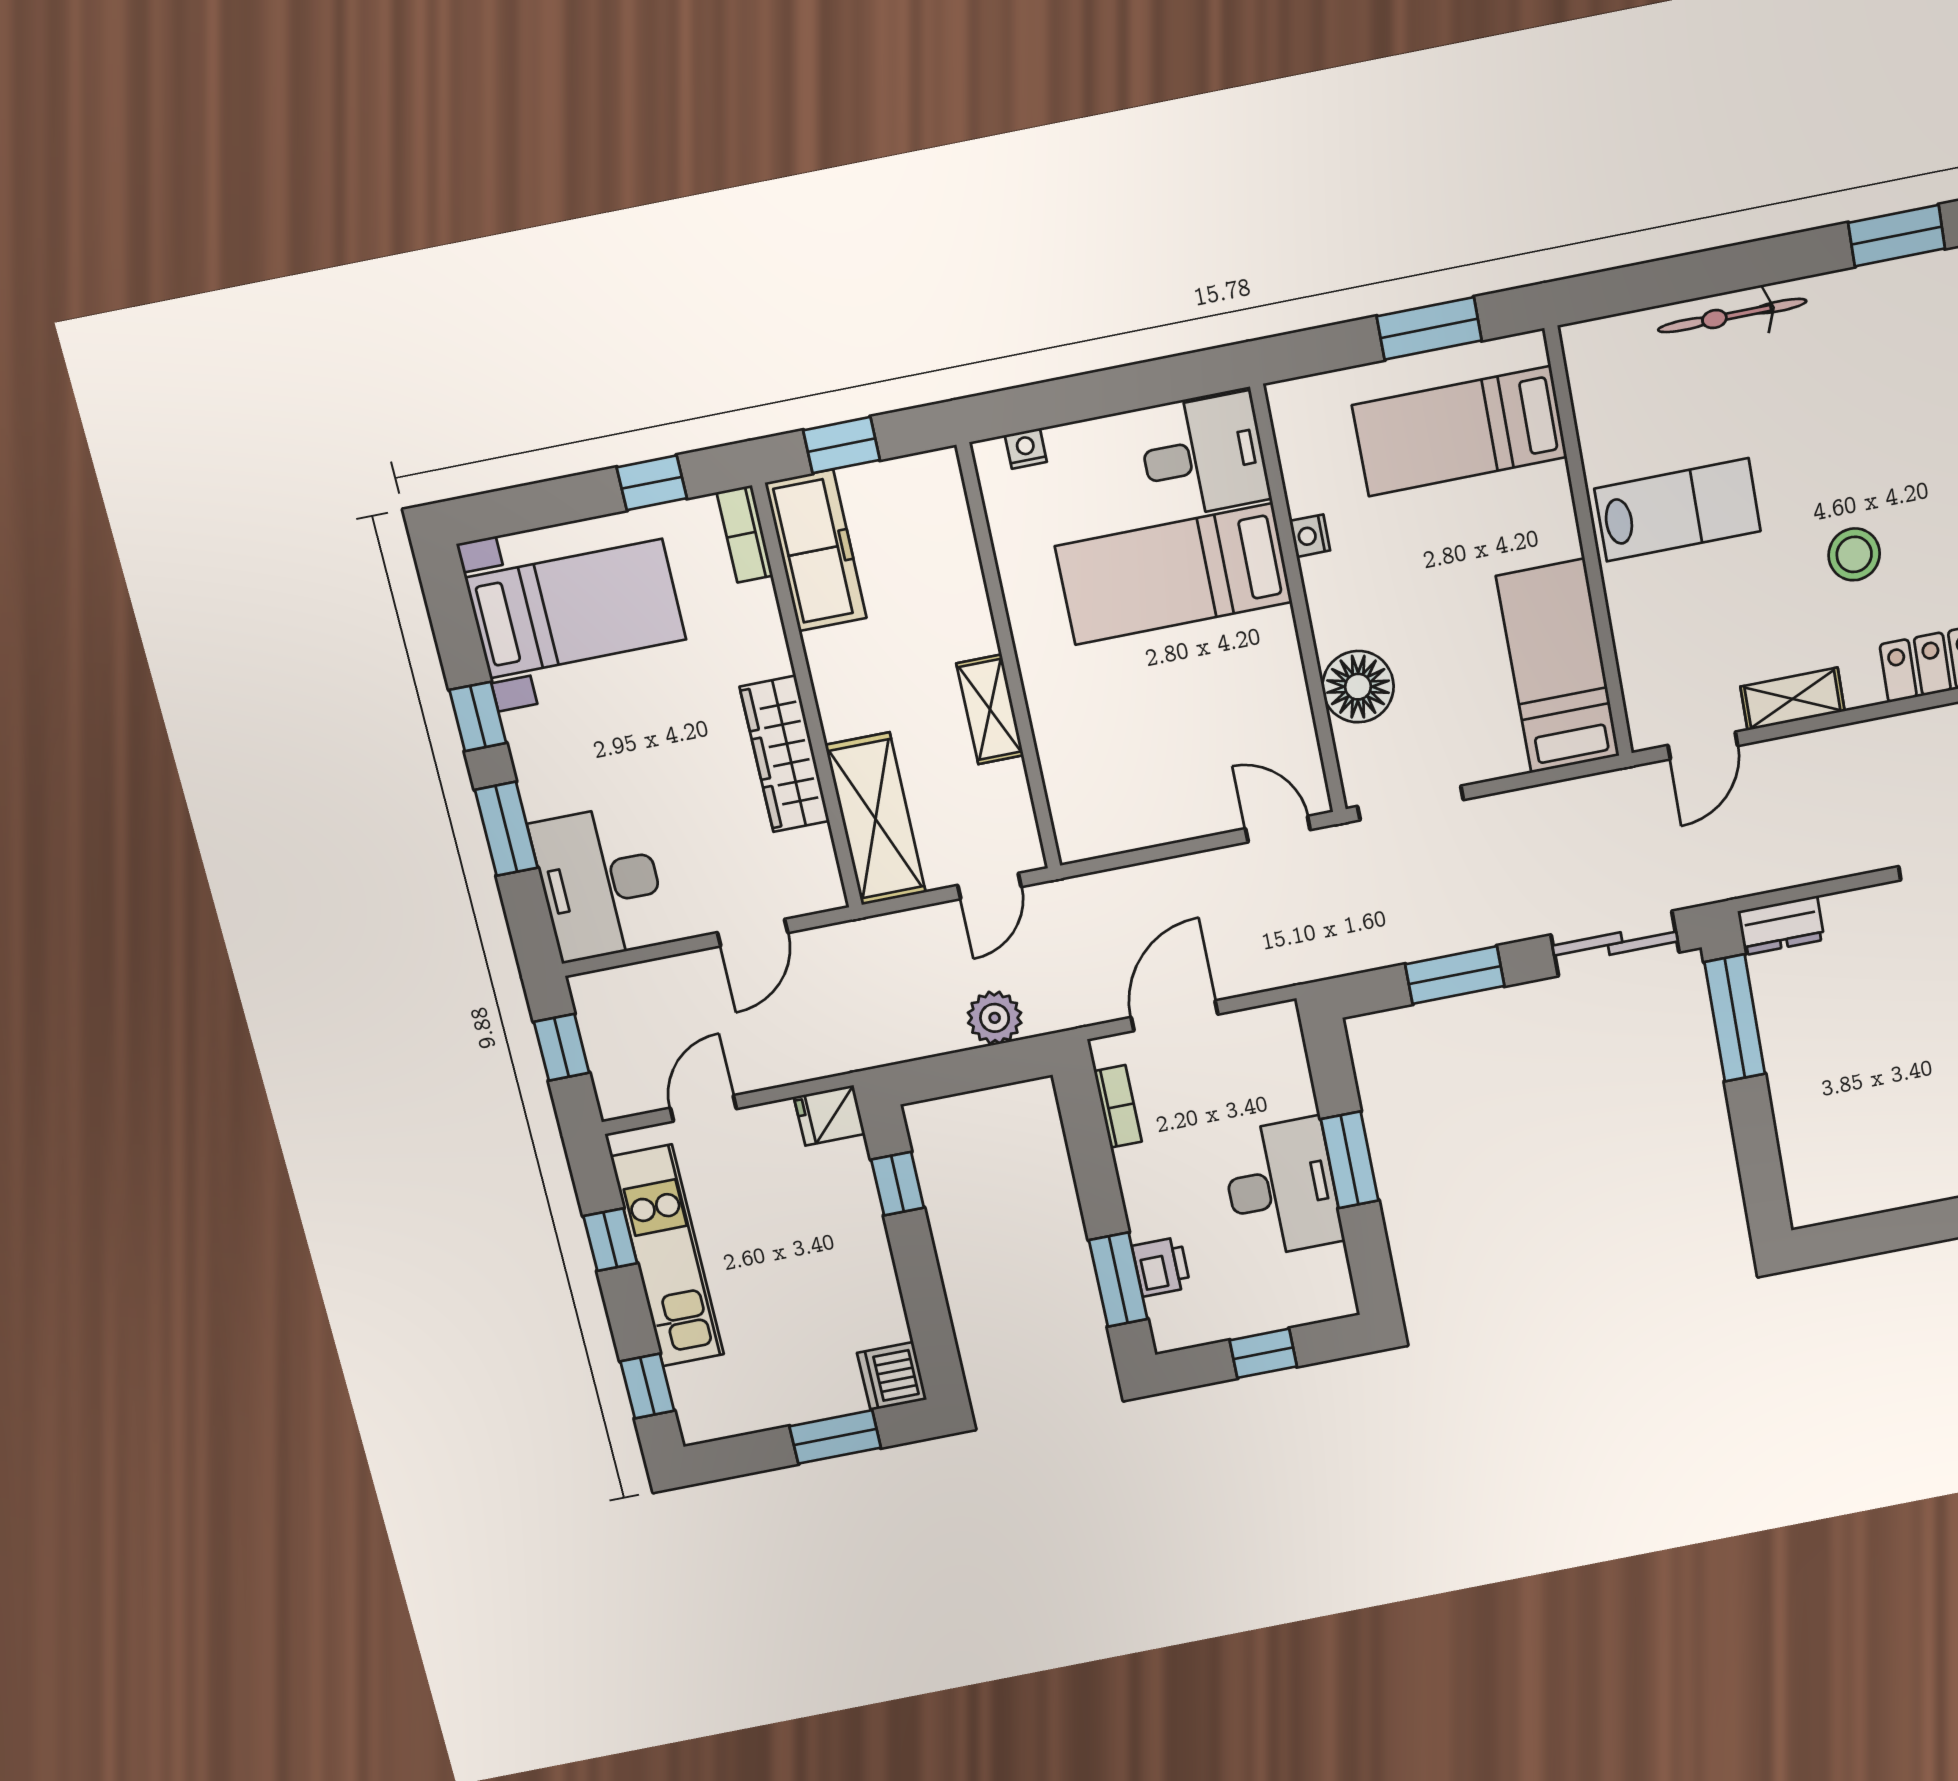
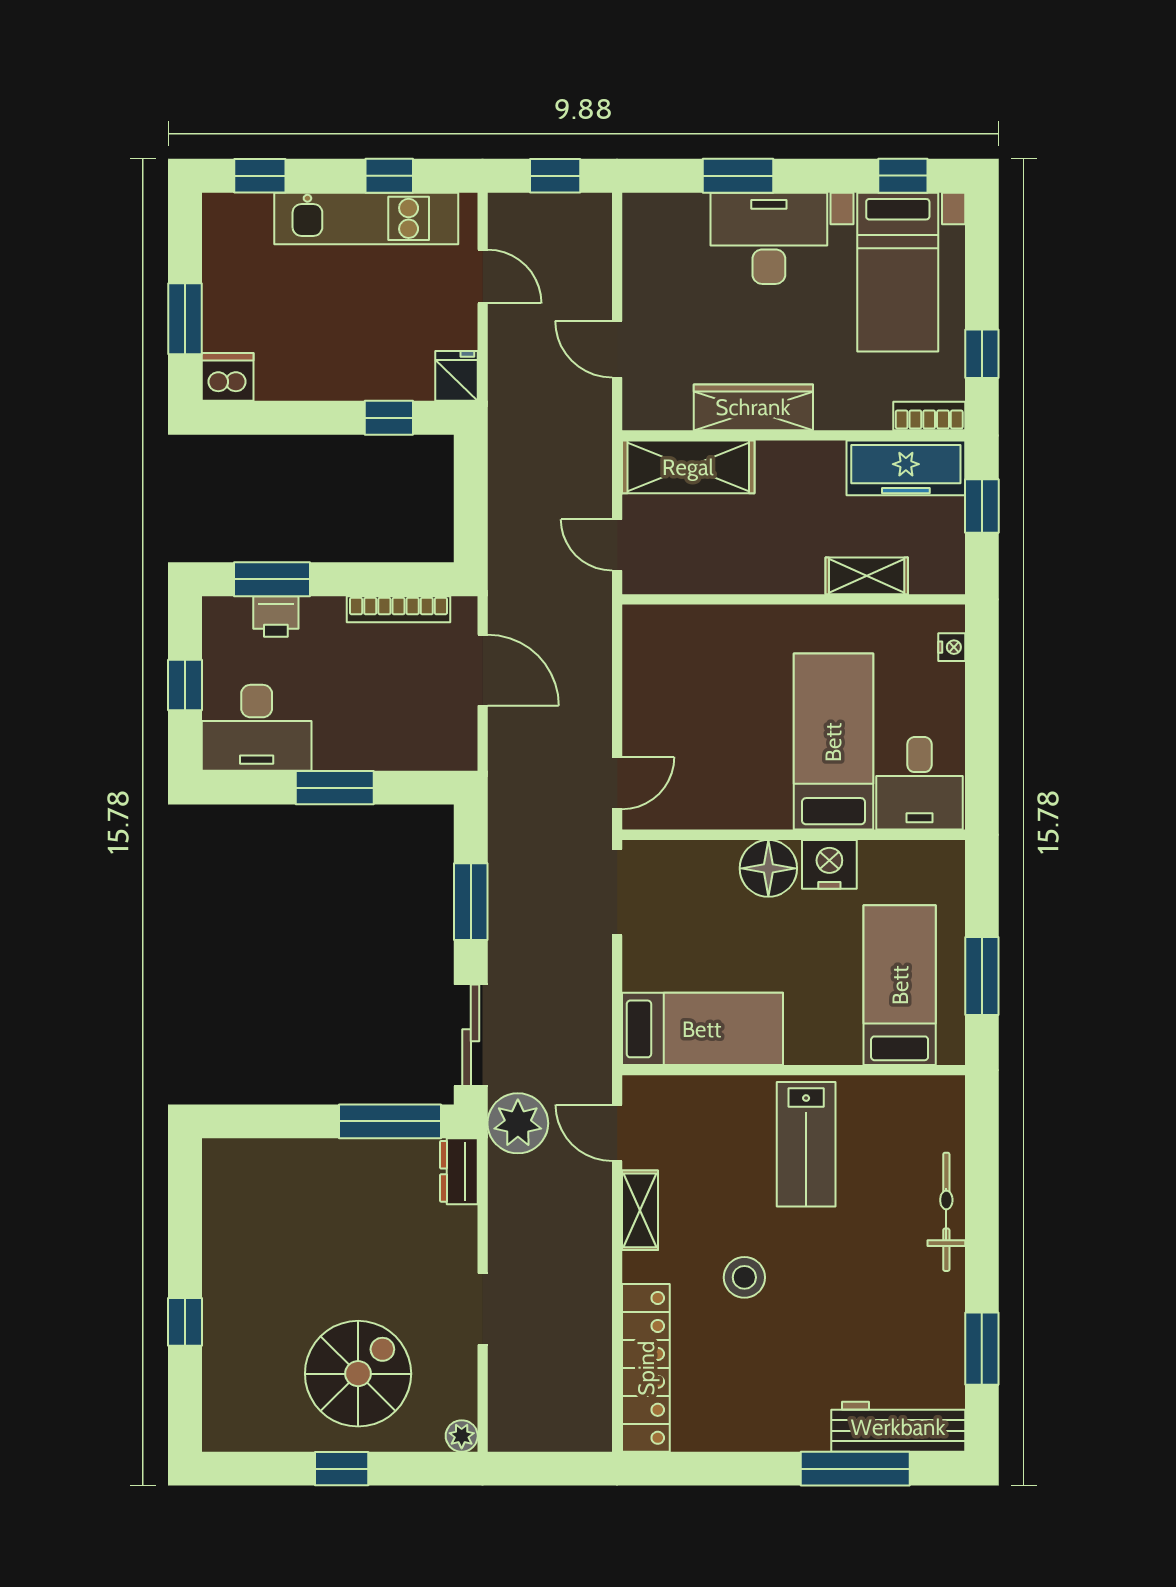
nightstand: (1310, 536) -> (829, 864), width x1.89, depth x1.79
floor lamp: (1358, 687) -> (768, 868), moved
shelving: (990, 709) -> (867, 576), moved
window: (478, 716) -> (903, 176), moved
desk: (600, 883) -> (769, 238), moved
plant: (995, 1018) -> (518, 1123), moved, width x1.36, depth x1.36
bookcase: (1118, 1106) -> (399, 609), width x1.56
desk: (1282, 1188) -> (257, 728), moved

